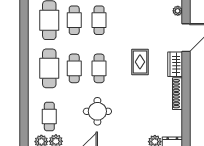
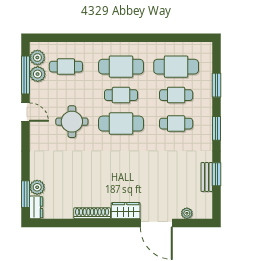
rug: (140, 62) -> (128, 170), removed
cafe table: (99, 68) -> (121, 124), width x1.37, depth x1.35

